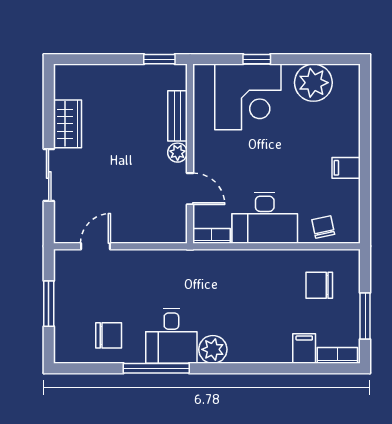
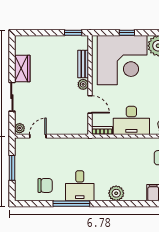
corner desk: (248, 97) -> (122, 60), width x1.36, depth x1.36
plant: (63, 232) -> (20, 128), added
plant: (213, 349) -> (116, 193), moved

